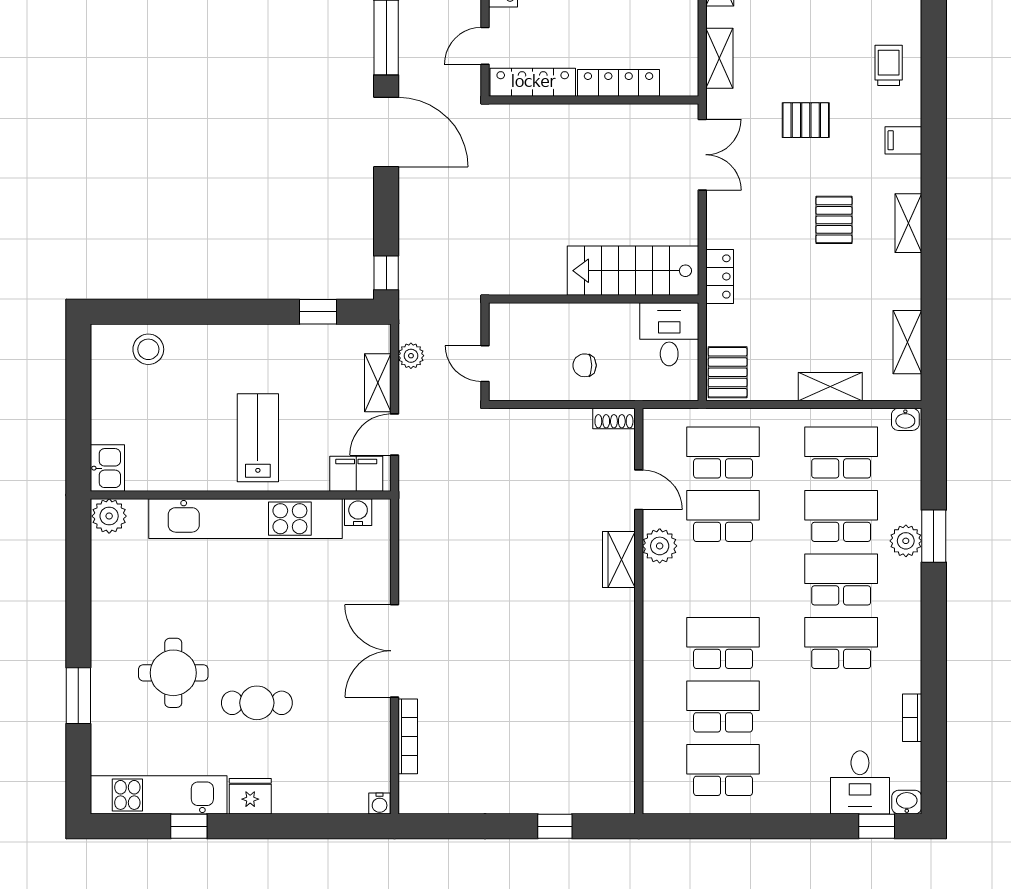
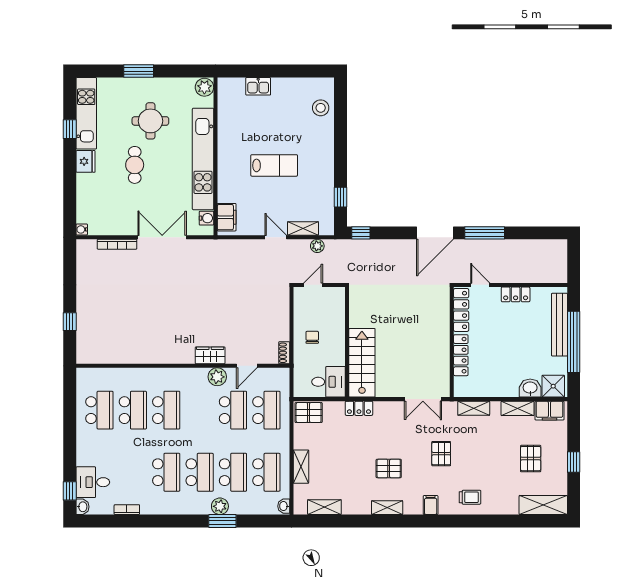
filing cabinet: (356, 474) -> (227, 217), moved
wall: (241, 495) -> (215, 156), moved
water cooler: (358, 512) -> (206, 218), moved
plant: (109, 516) -> (204, 87), moved
kitchen unit: (246, 519) -> (203, 159), moved

